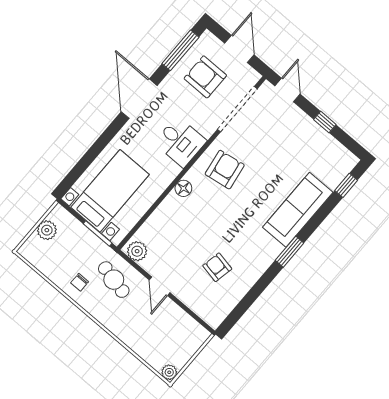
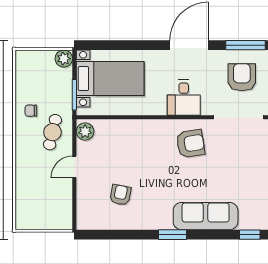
floor lamp: (183, 188) -> (154, 127), removed
plant: (47, 230) -> (64, 59), moved
plant: (169, 372) -> (22, 223), removed

